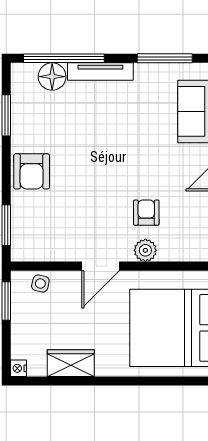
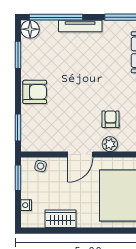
floor lamp: (52, 77) -> (30, 29), moved
armchair: (32, 171) -> (35, 92), turned -90
nightstand: (19, 368) -> (26, 205), moved

